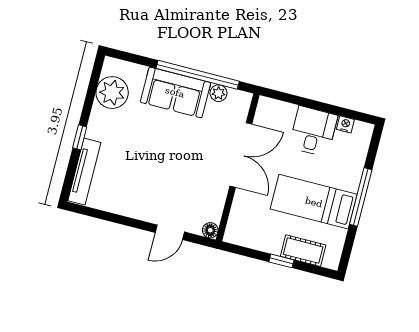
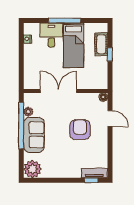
plant: (112, 93) -> (33, 169), moved
desk: (313, 131) -> (51, 35), moved, turned 90
window: (80, 137) -> (91, 180), moved
tv unit: (84, 172) -> (94, 173), width x0.71
armchair: (164, 175) -> (80, 130), added

